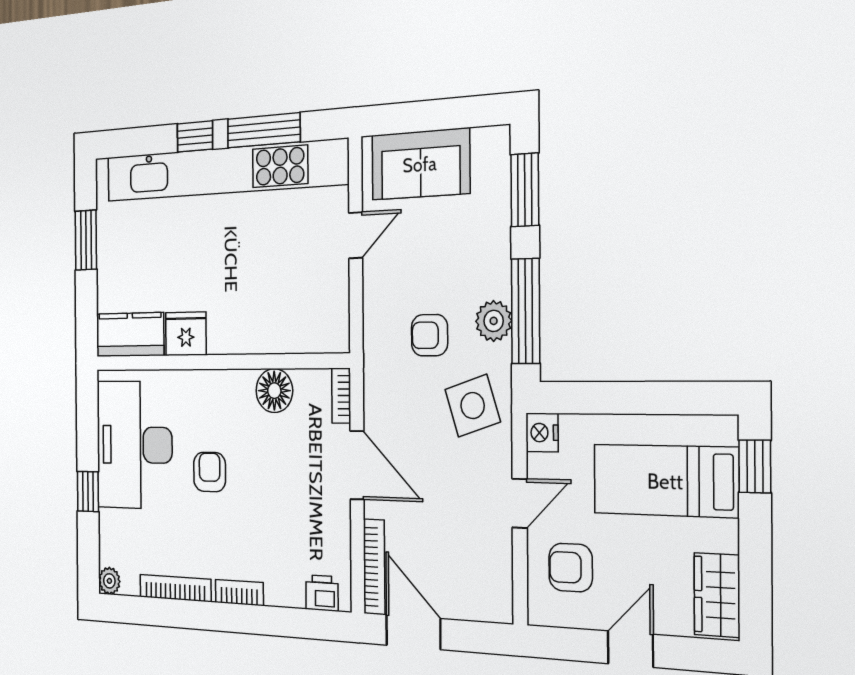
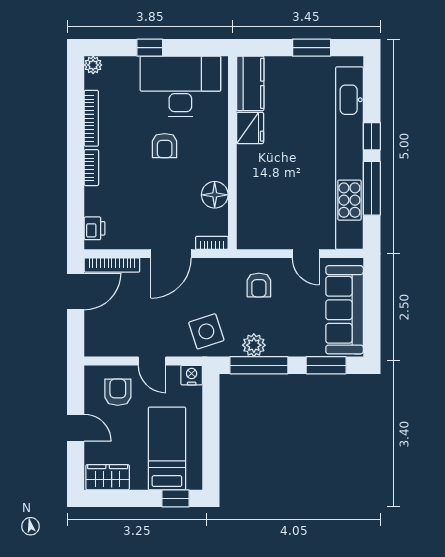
sofa: (420, 164) -> (345, 310), width x1.36
armchair: (430, 335) -> (259, 285), moved, turned 180
armchair: (210, 472) -> (165, 146), turned 90

